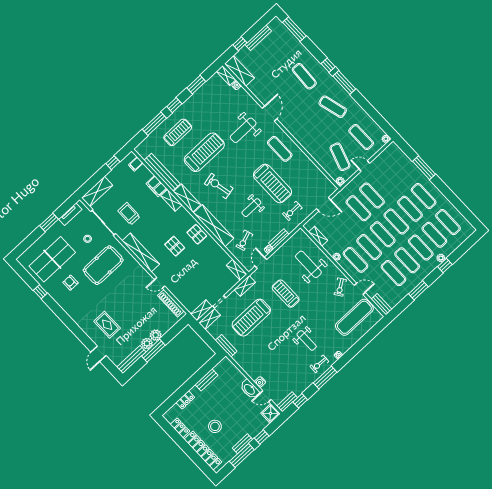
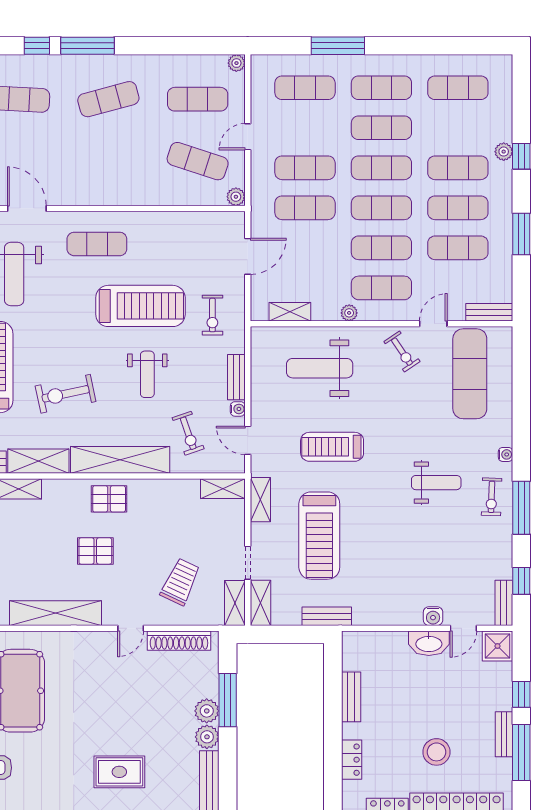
exercise mat: (434, 235) -> (305, 88), moved
trolley: (191, 285) -> (180, 582), added
window: (153, 351) -> (228, 700), moved

